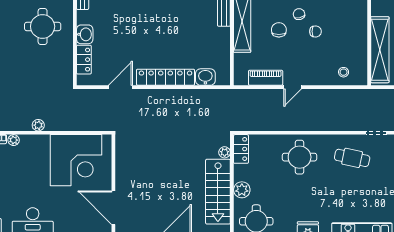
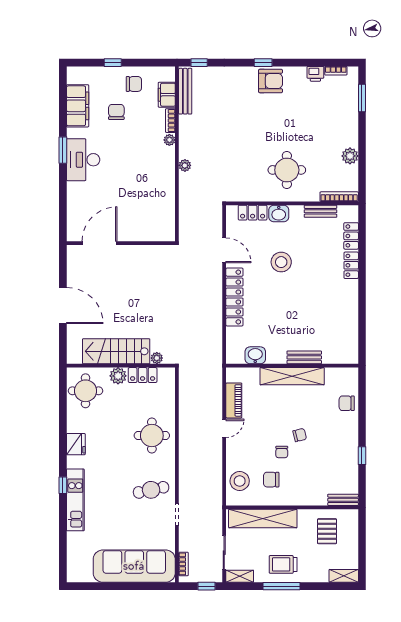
chair: (279, 30) -> (271, 480), moved, turned 180
stool: (132, 32) -> (281, 262), added
stool: (344, 72) -> (240, 481), width x1.89, depth x1.89
washbasin: (205, 77) -> (255, 355), moved, turned -90
door: (293, 87) -> (224, 428), swing flipped
locker: (241, 149) -> (143, 375), moved
cafe table: (352, 158) -> (151, 490), turned 66
corner desk: (76, 160) -> (149, 205), removed

